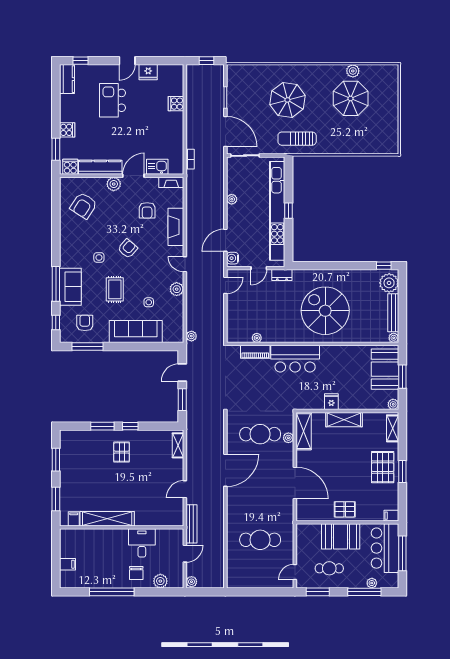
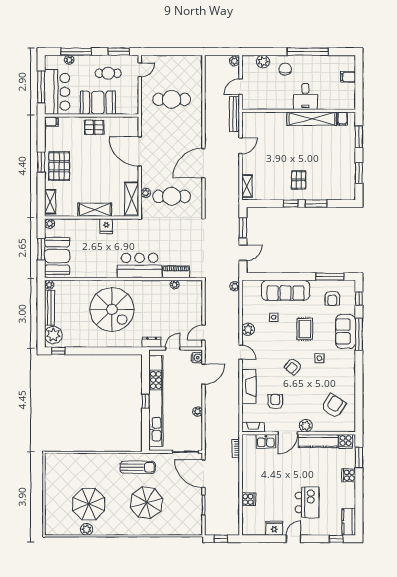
desk: (142, 543) -> (305, 97), moved

